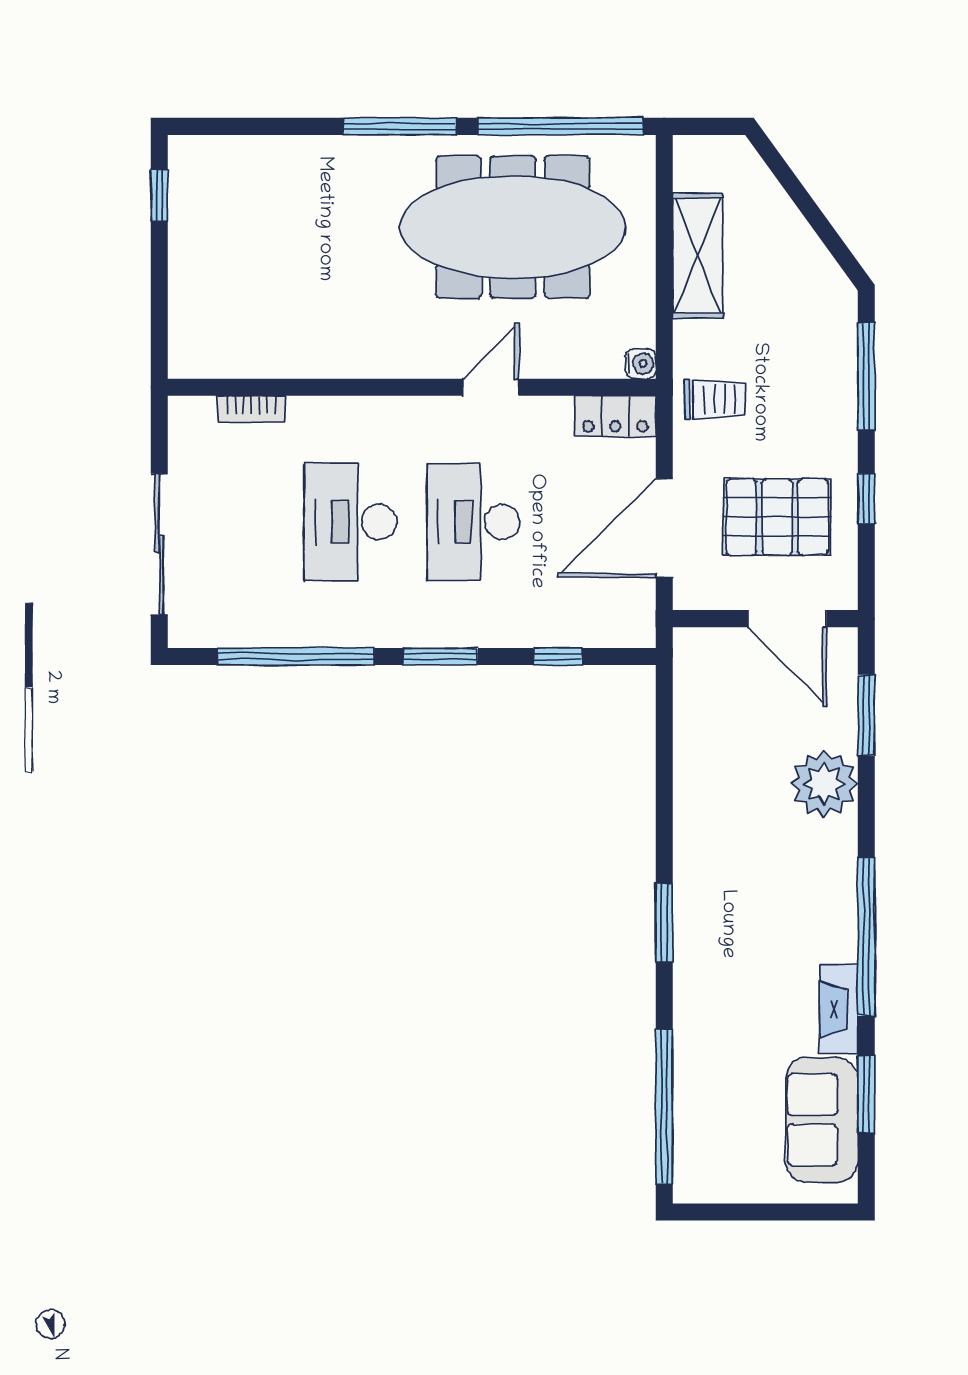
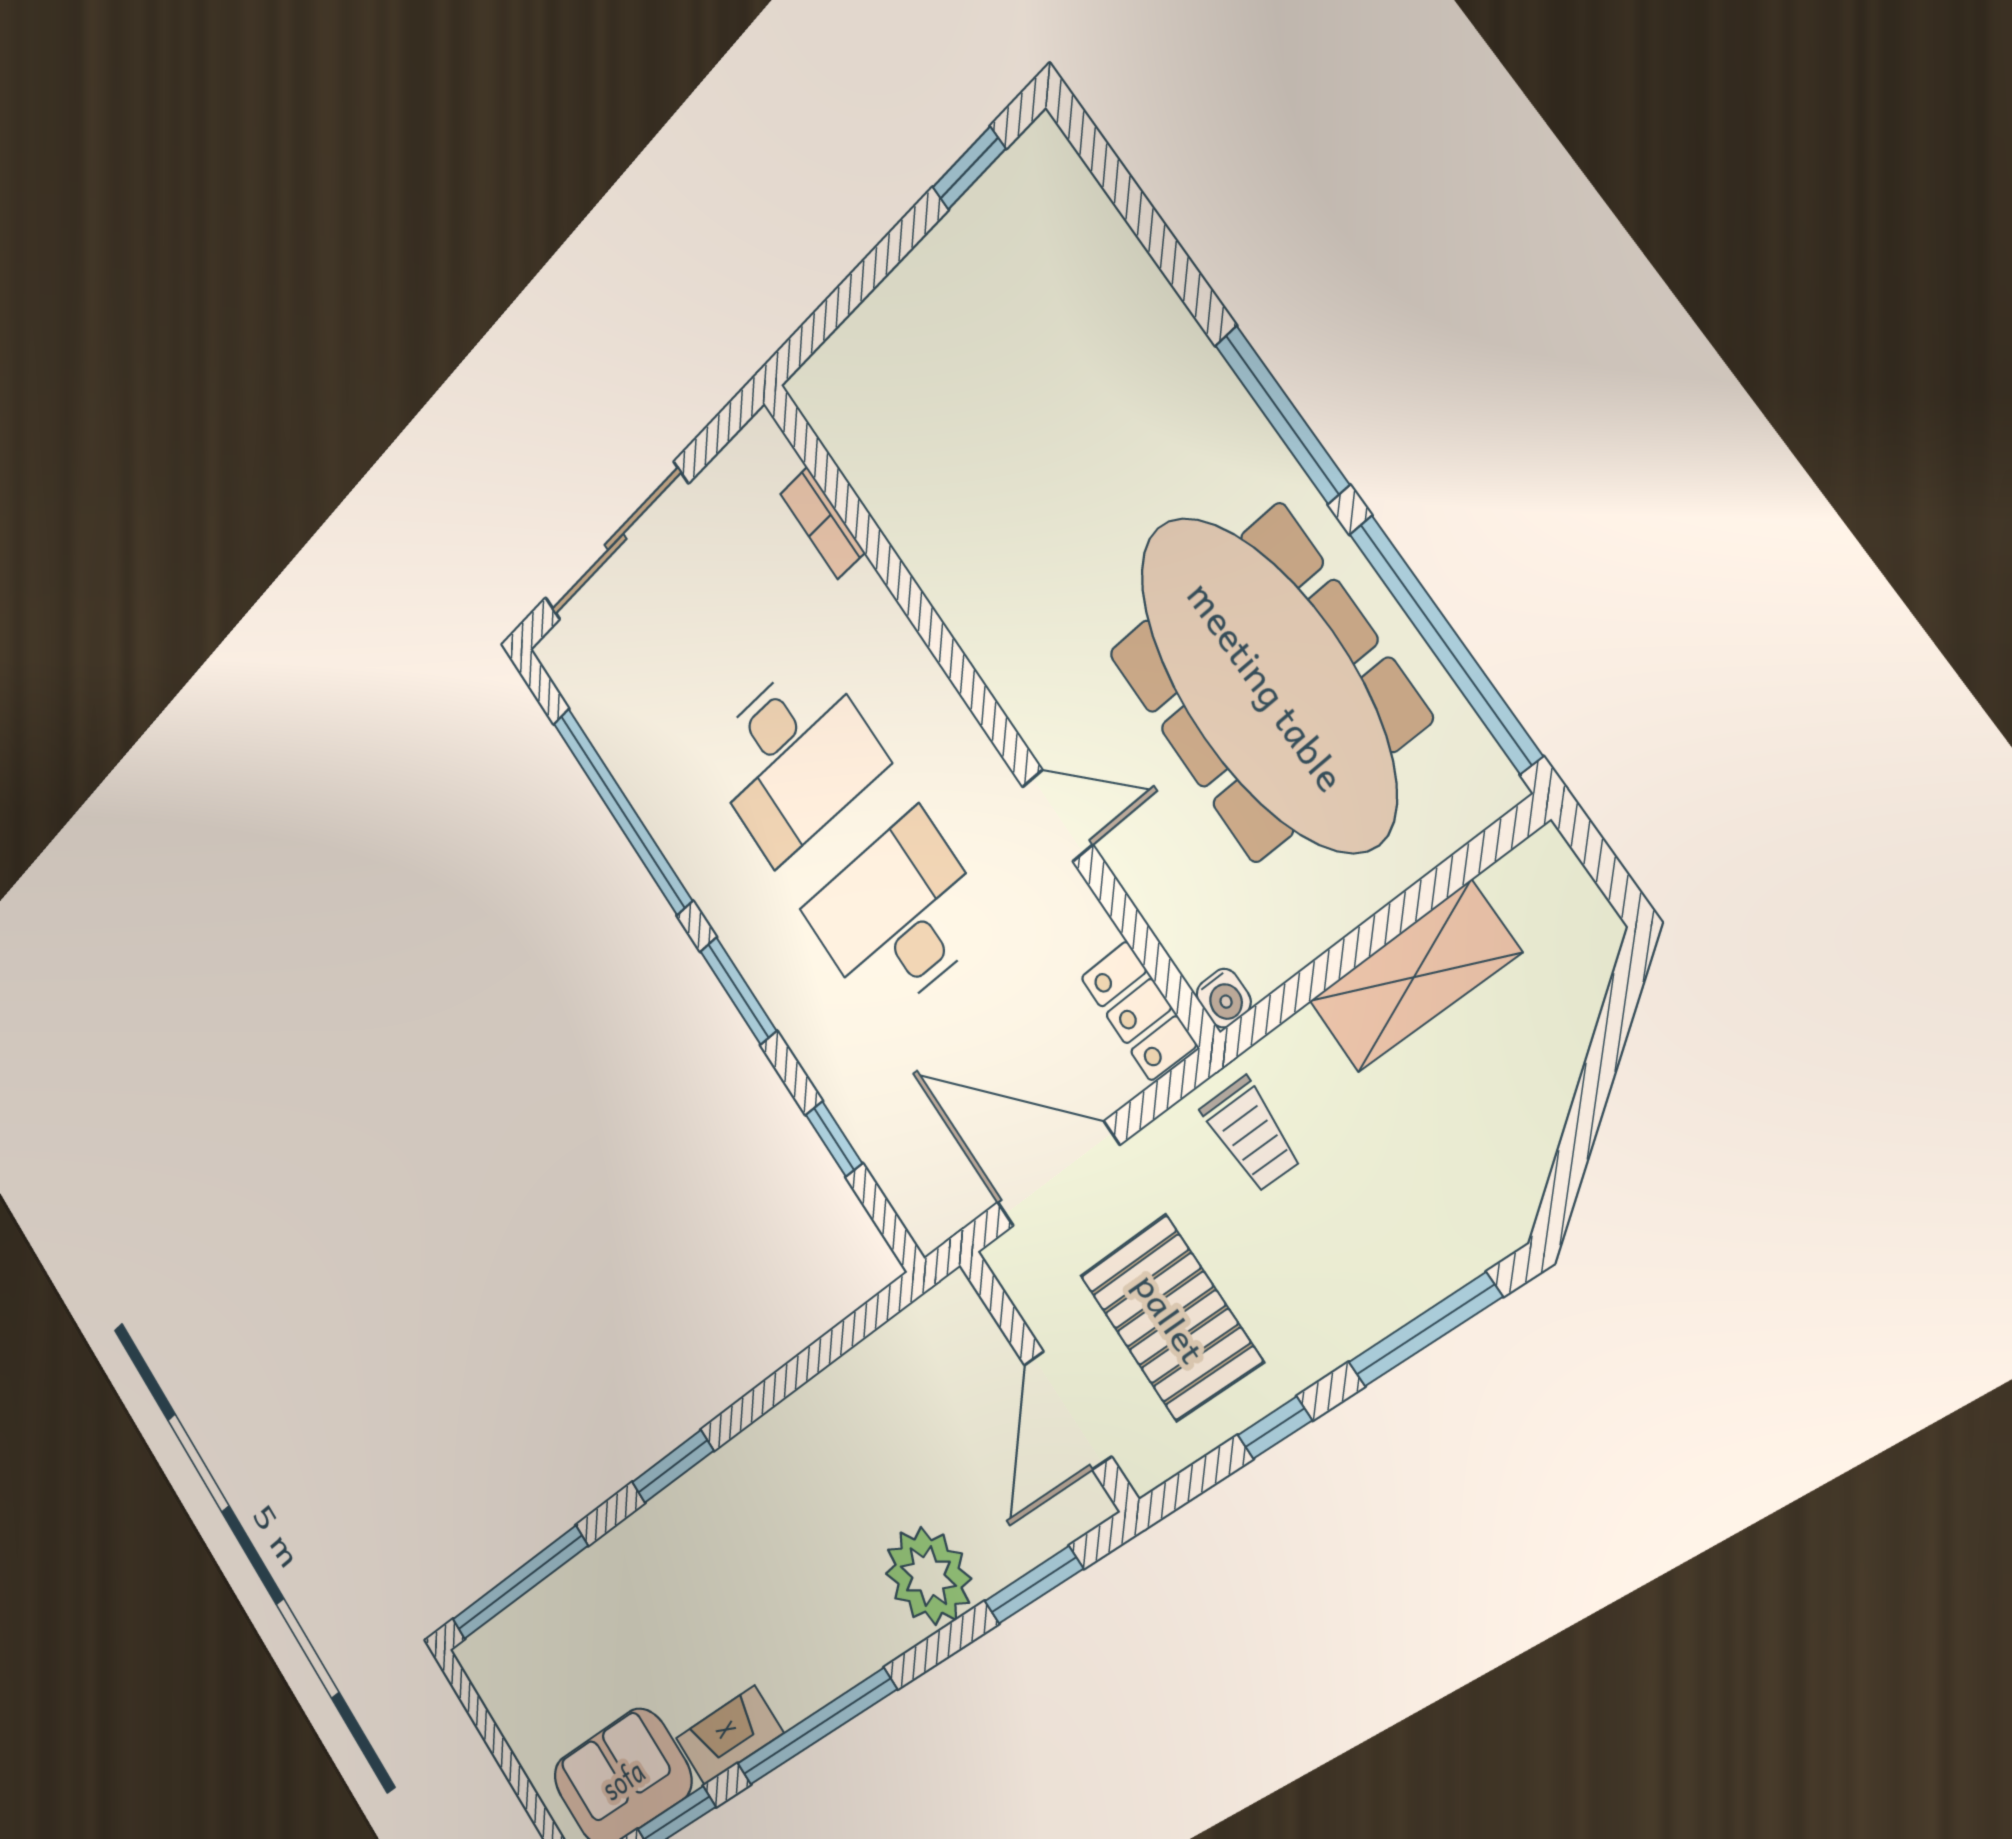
desk: (350, 522) -> (794, 759), turned 180

